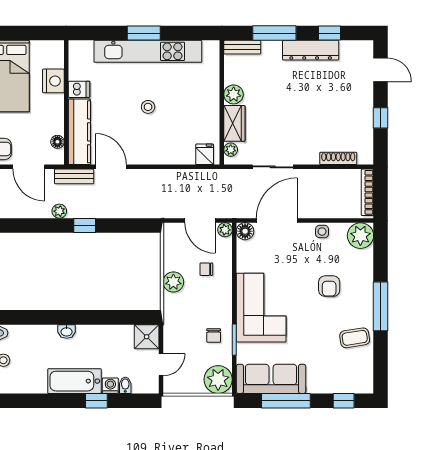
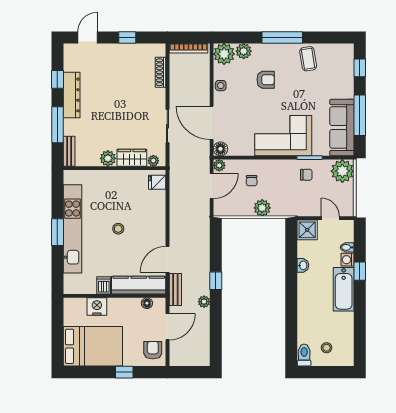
plant: (364, 259) -> (244, 51), added
washbasin: (67, 331) -> (303, 265), moved

